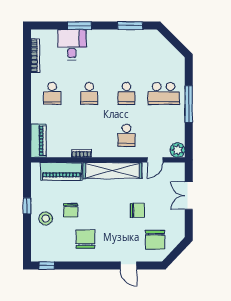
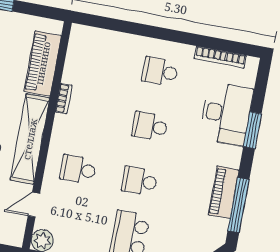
window: (130, 26) -> (238, 205), width x1.44
desk: (72, 45) -> (226, 114), width x1.37
piano: (38, 141) -> (224, 192), moved, turned 90
door: (155, 160) -> (34, 205), hinge flipped

